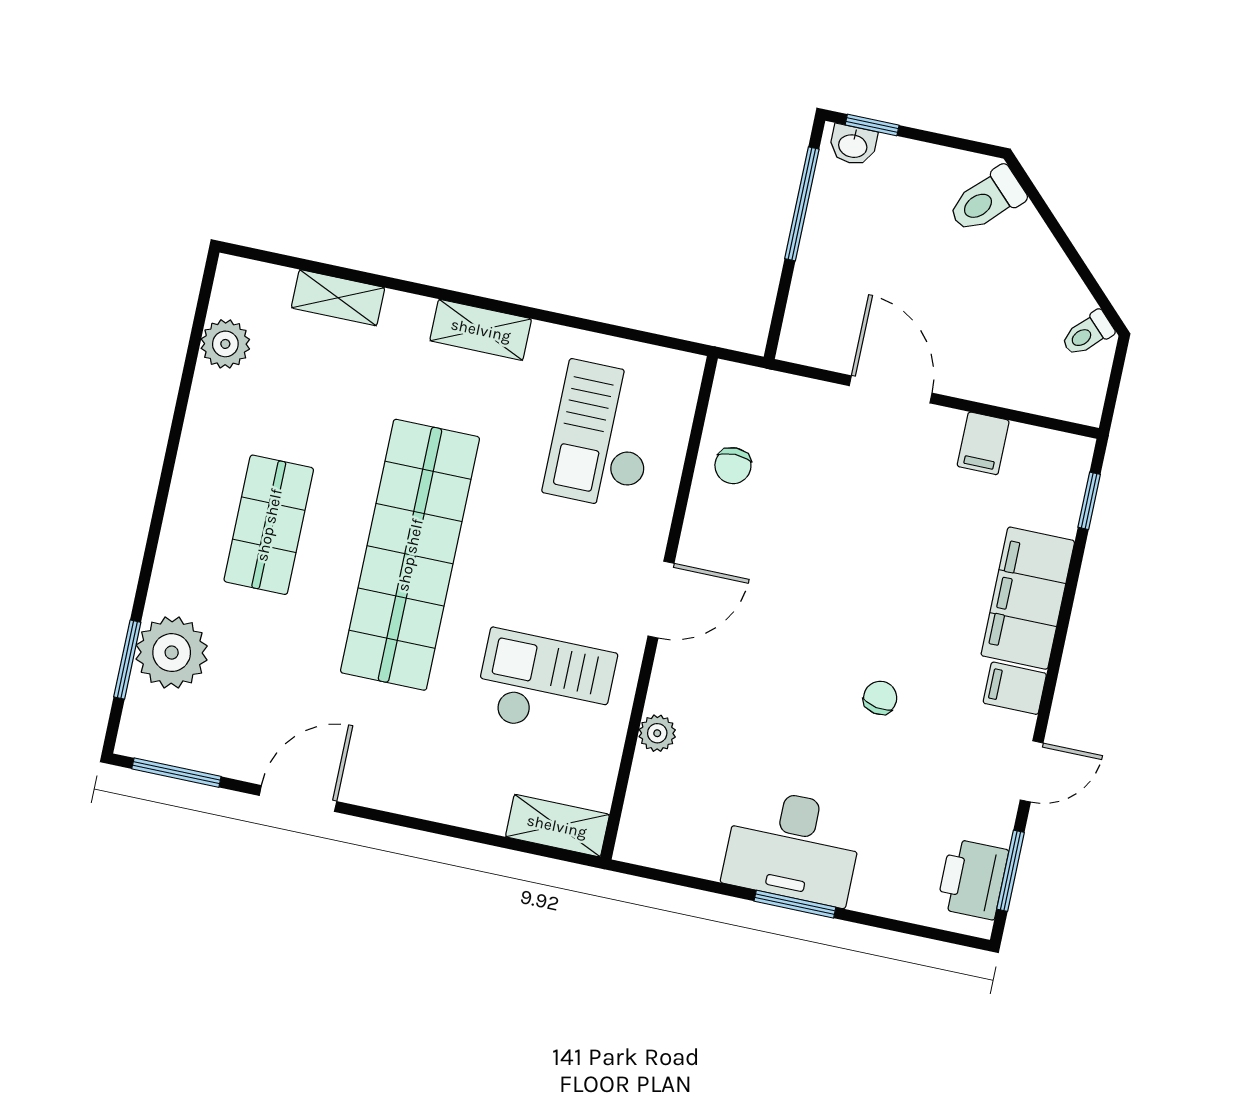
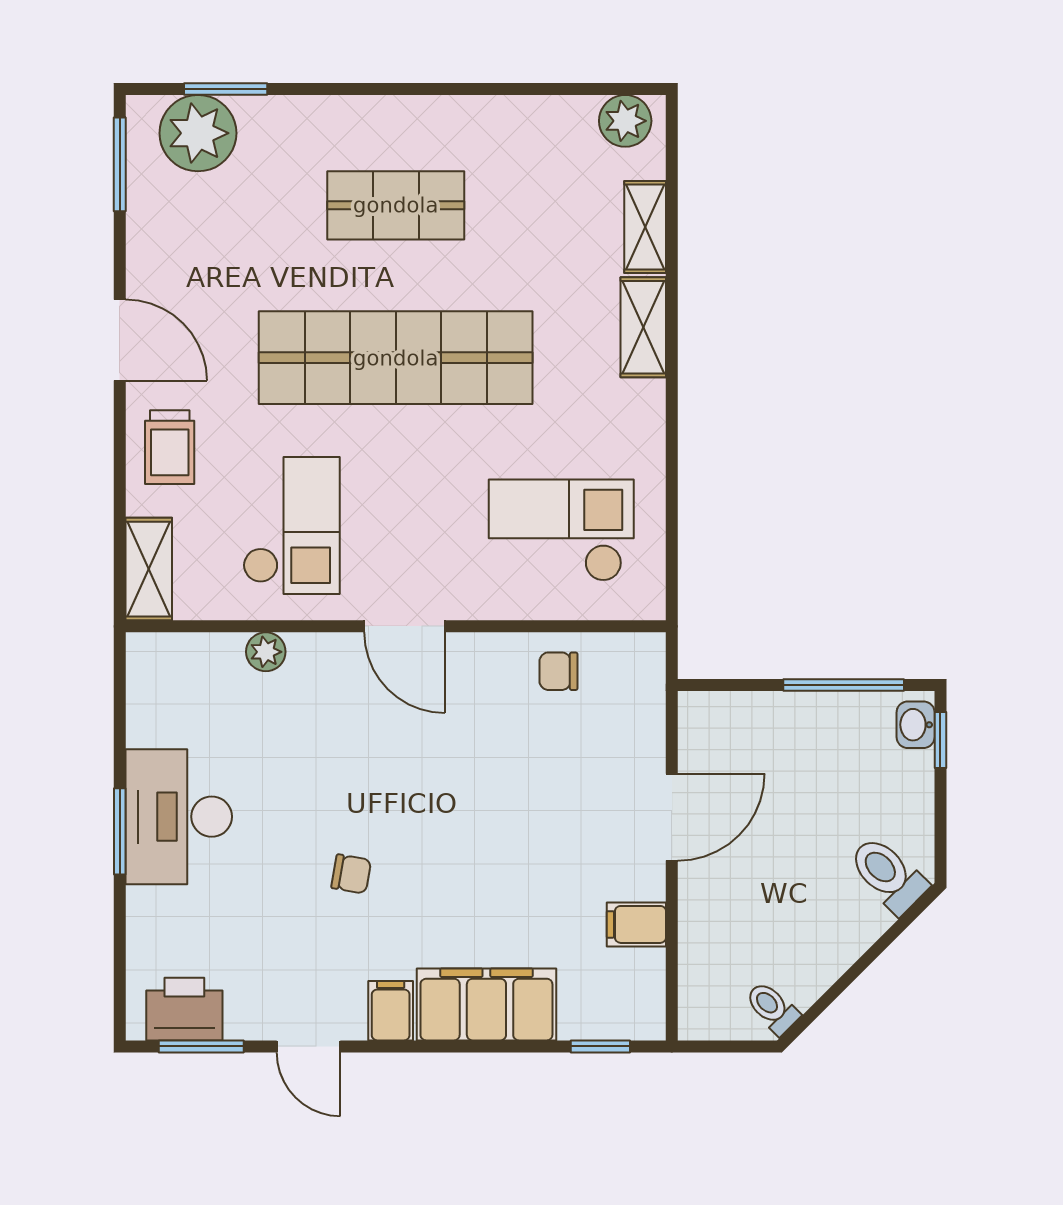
shelving: (481, 330) -> (643, 327), moved
plant: (225, 344) -> (625, 121), moved
plant: (172, 653) -> (198, 133), moved
trolley: (449, 782) -> (170, 447), added
door: (298, 798) -> (120, 340), moved

